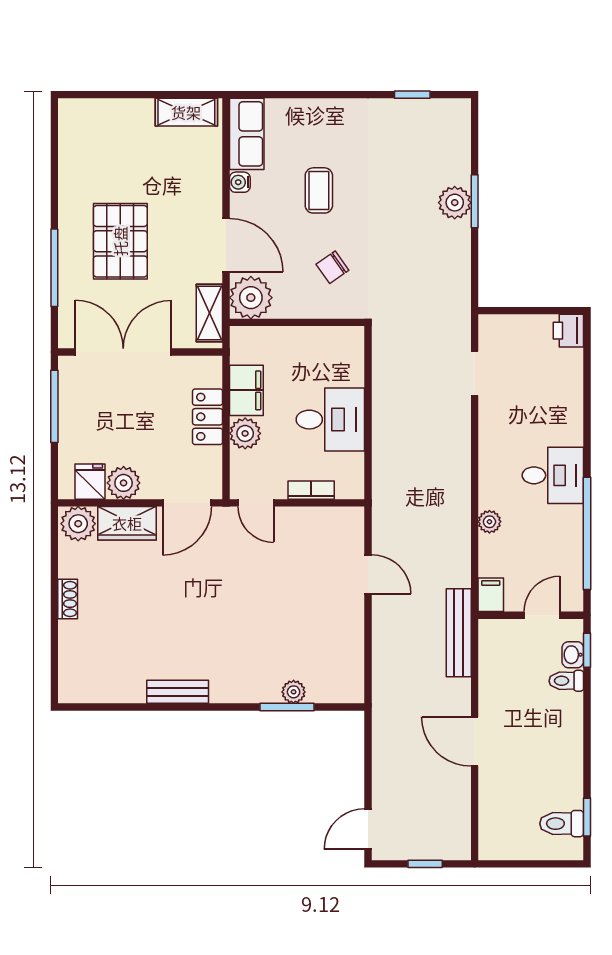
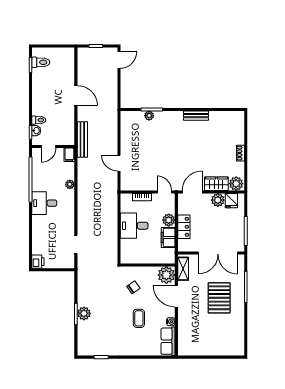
shelving: (186, 112) -> (192, 350), removed

